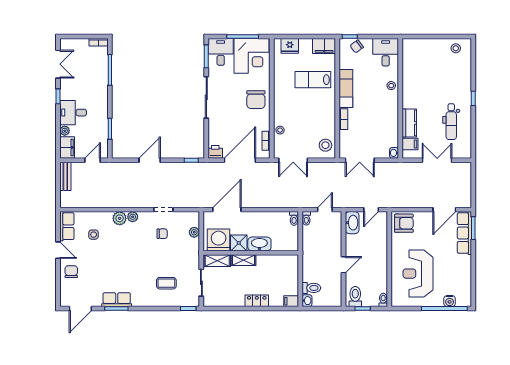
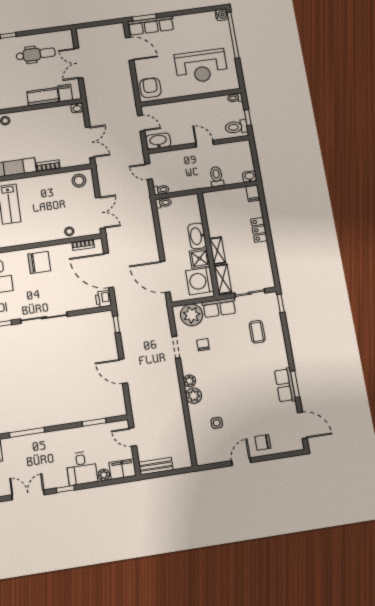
row of seats: (67, 226) -> (219, 308), moved, turned 180
plant: (194, 232) -> (192, 315), width x1.87, depth x1.87
toilet: (311, 288) -> (217, 177), moved
water cooler: (450, 301) -> (222, 15), moved

